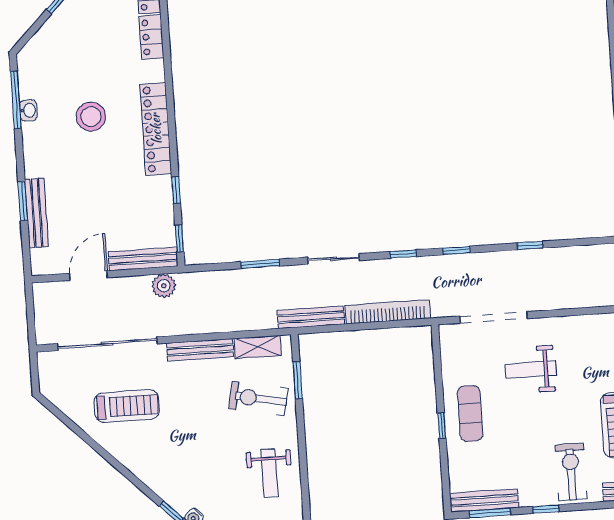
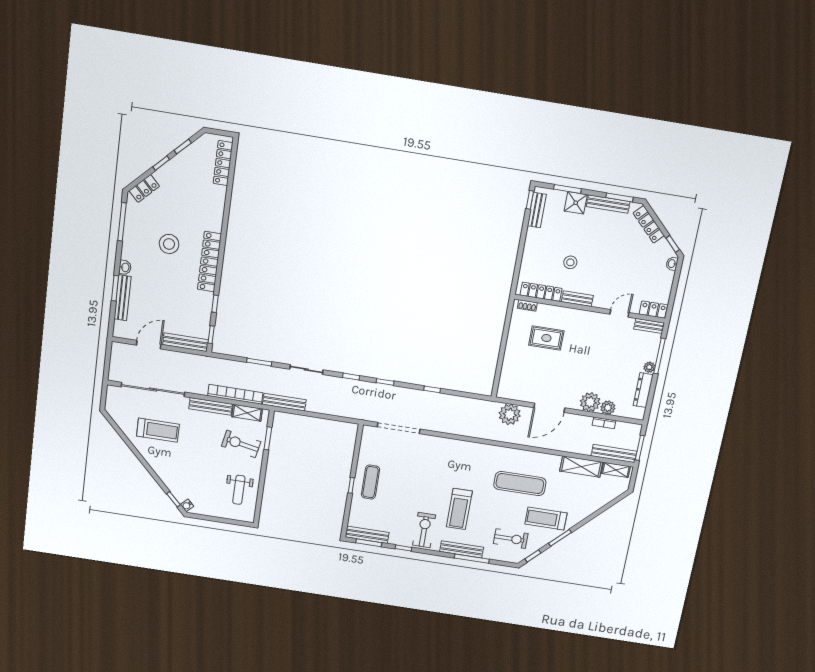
locker: (151, 37) -> (144, 188), moved, turned -135
washbasin: (28, 110) -> (125, 267), moved
plant: (164, 286) -> (195, 362), removed
bookcase: (388, 312) -> (235, 394), moved
weight bench: (531, 370) -> (414, 464), removed

